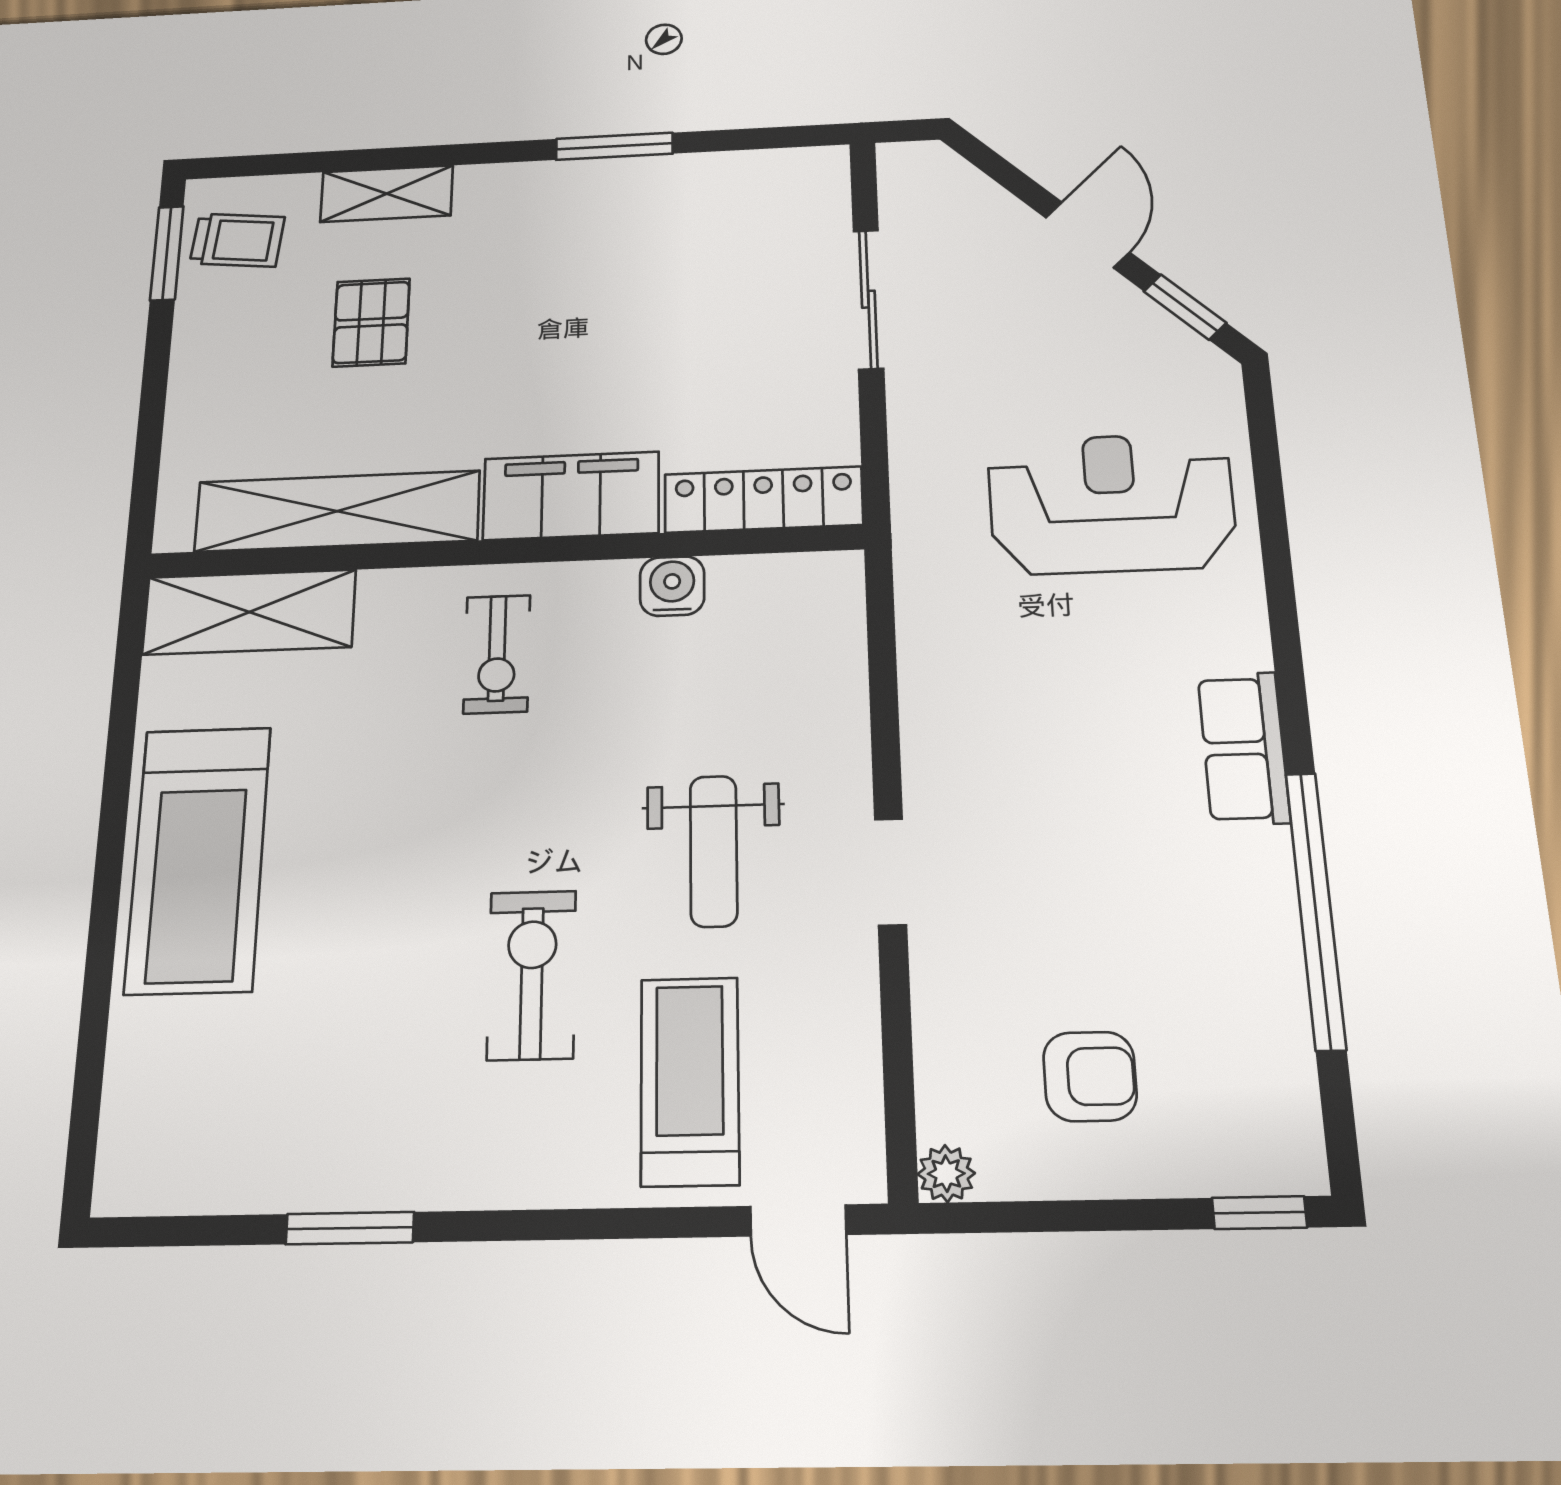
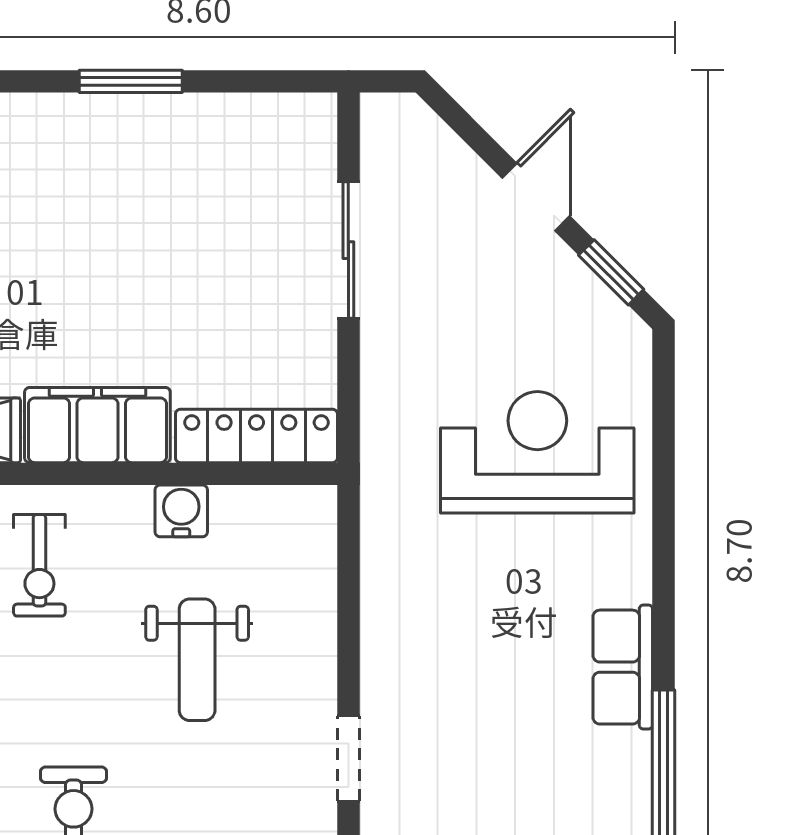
weight bench: (714, 851) -> (197, 660), moved

